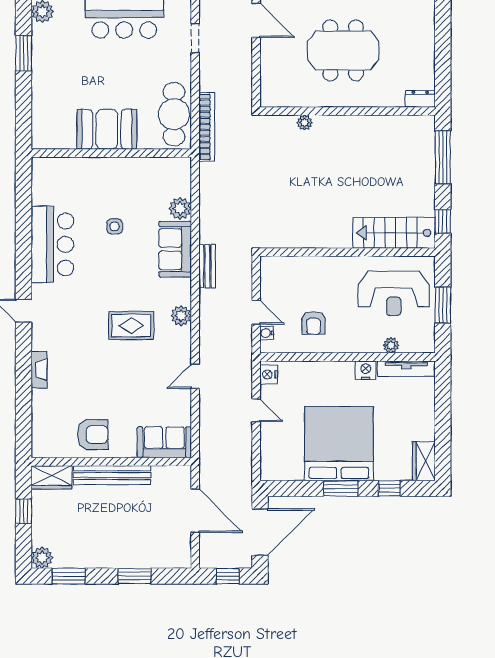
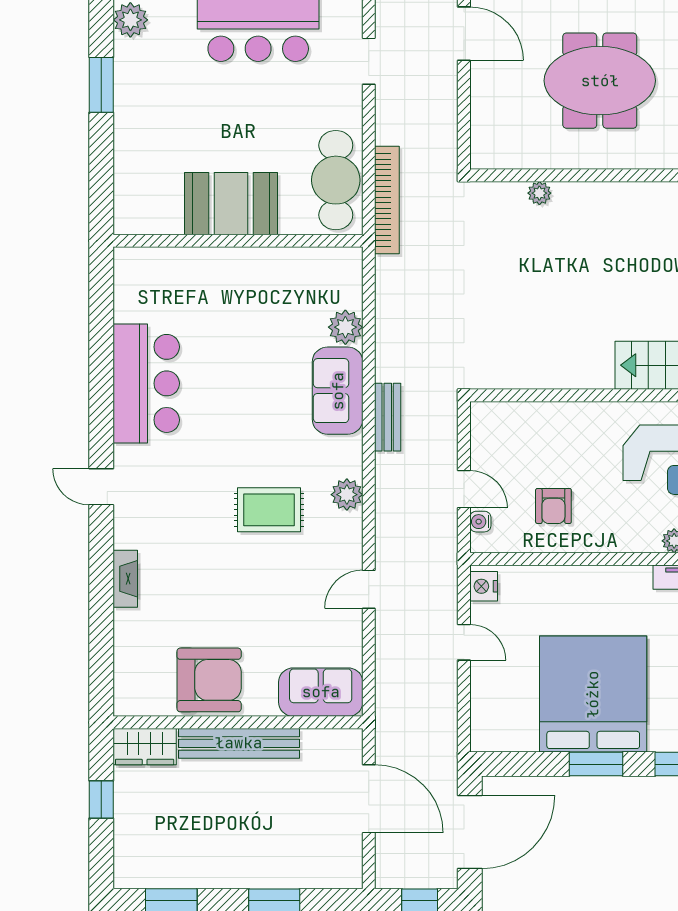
side table: (115, 226) -> (243, 355), removed
nightstand: (366, 370) -> (635, 579), removed
armchair: (93, 435) -> (209, 680), width x1.36, depth x1.36
plant: (42, 558) -> (130, 872), removed

